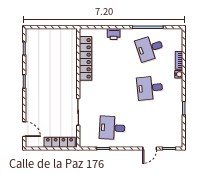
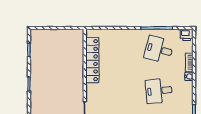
printer: (114, 34) -> (187, 35), moved
desk: (150, 48) -> (159, 49), turned 33

